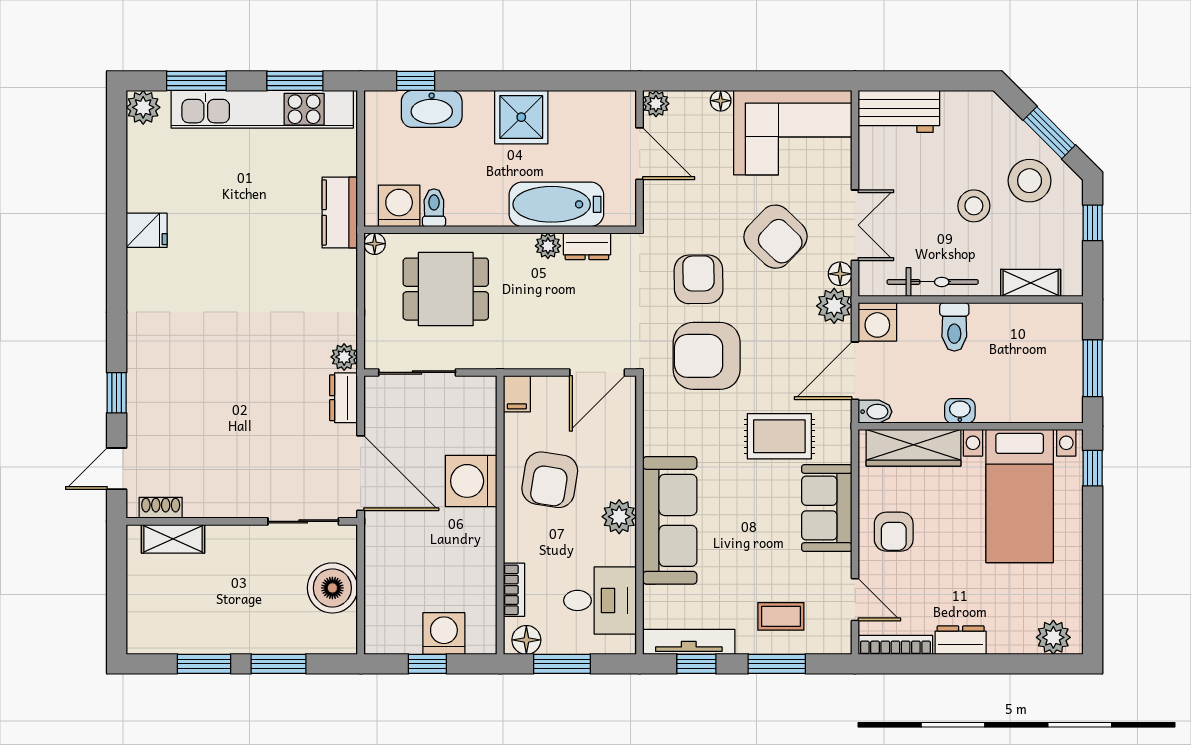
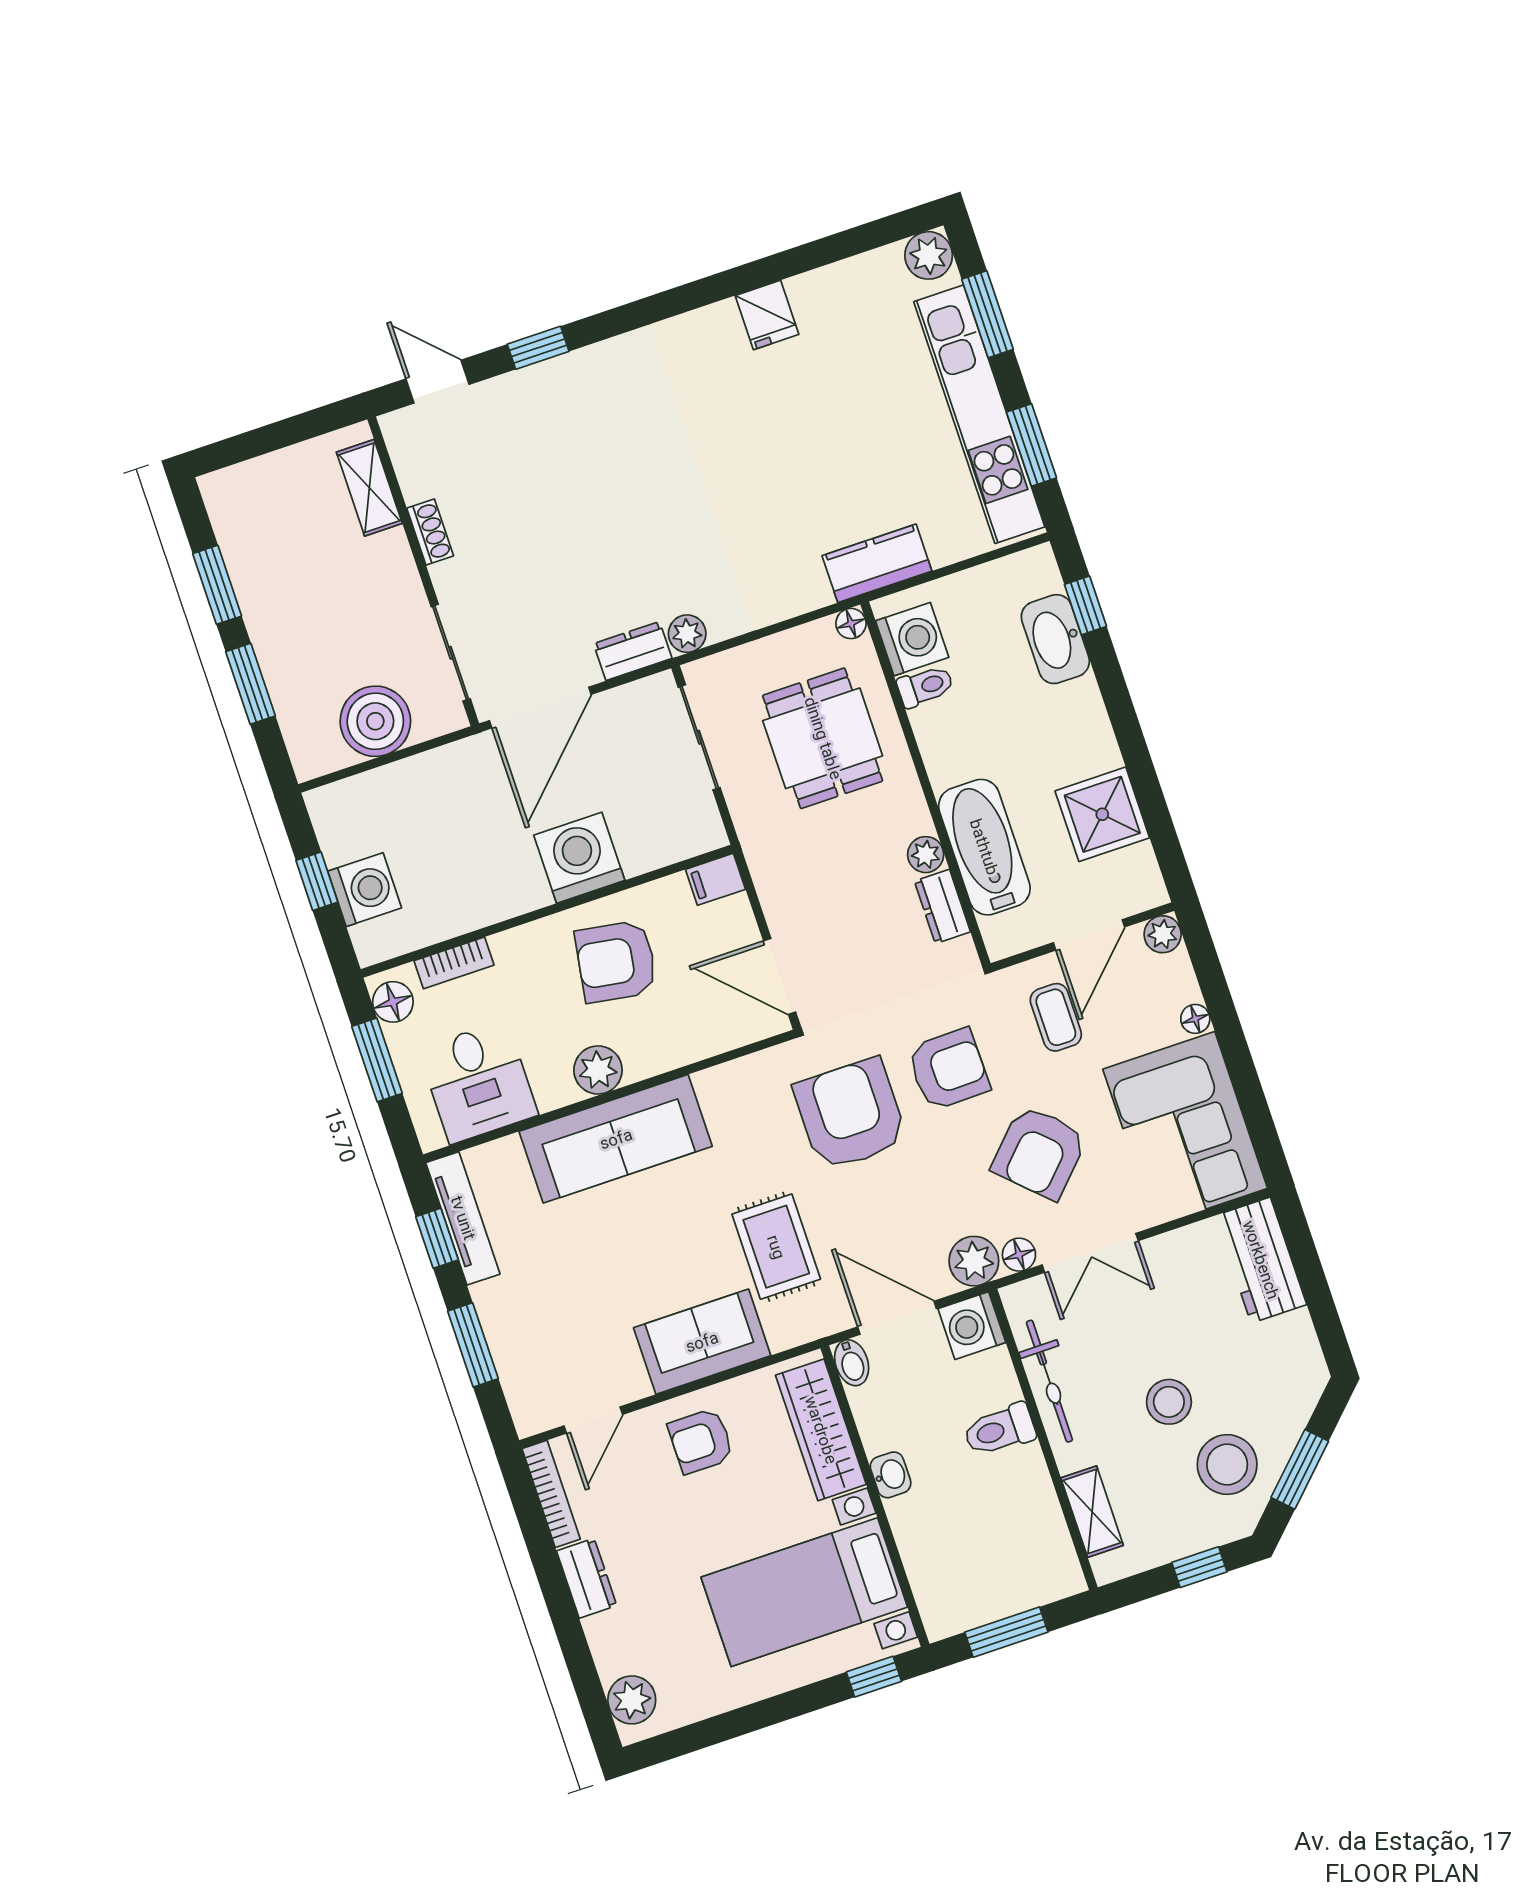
shower: (521, 117) -> (1102, 814), moved
shoe rack: (161, 508) -> (430, 532), moved
coffee table: (781, 616) -> (1056, 1017), moved

